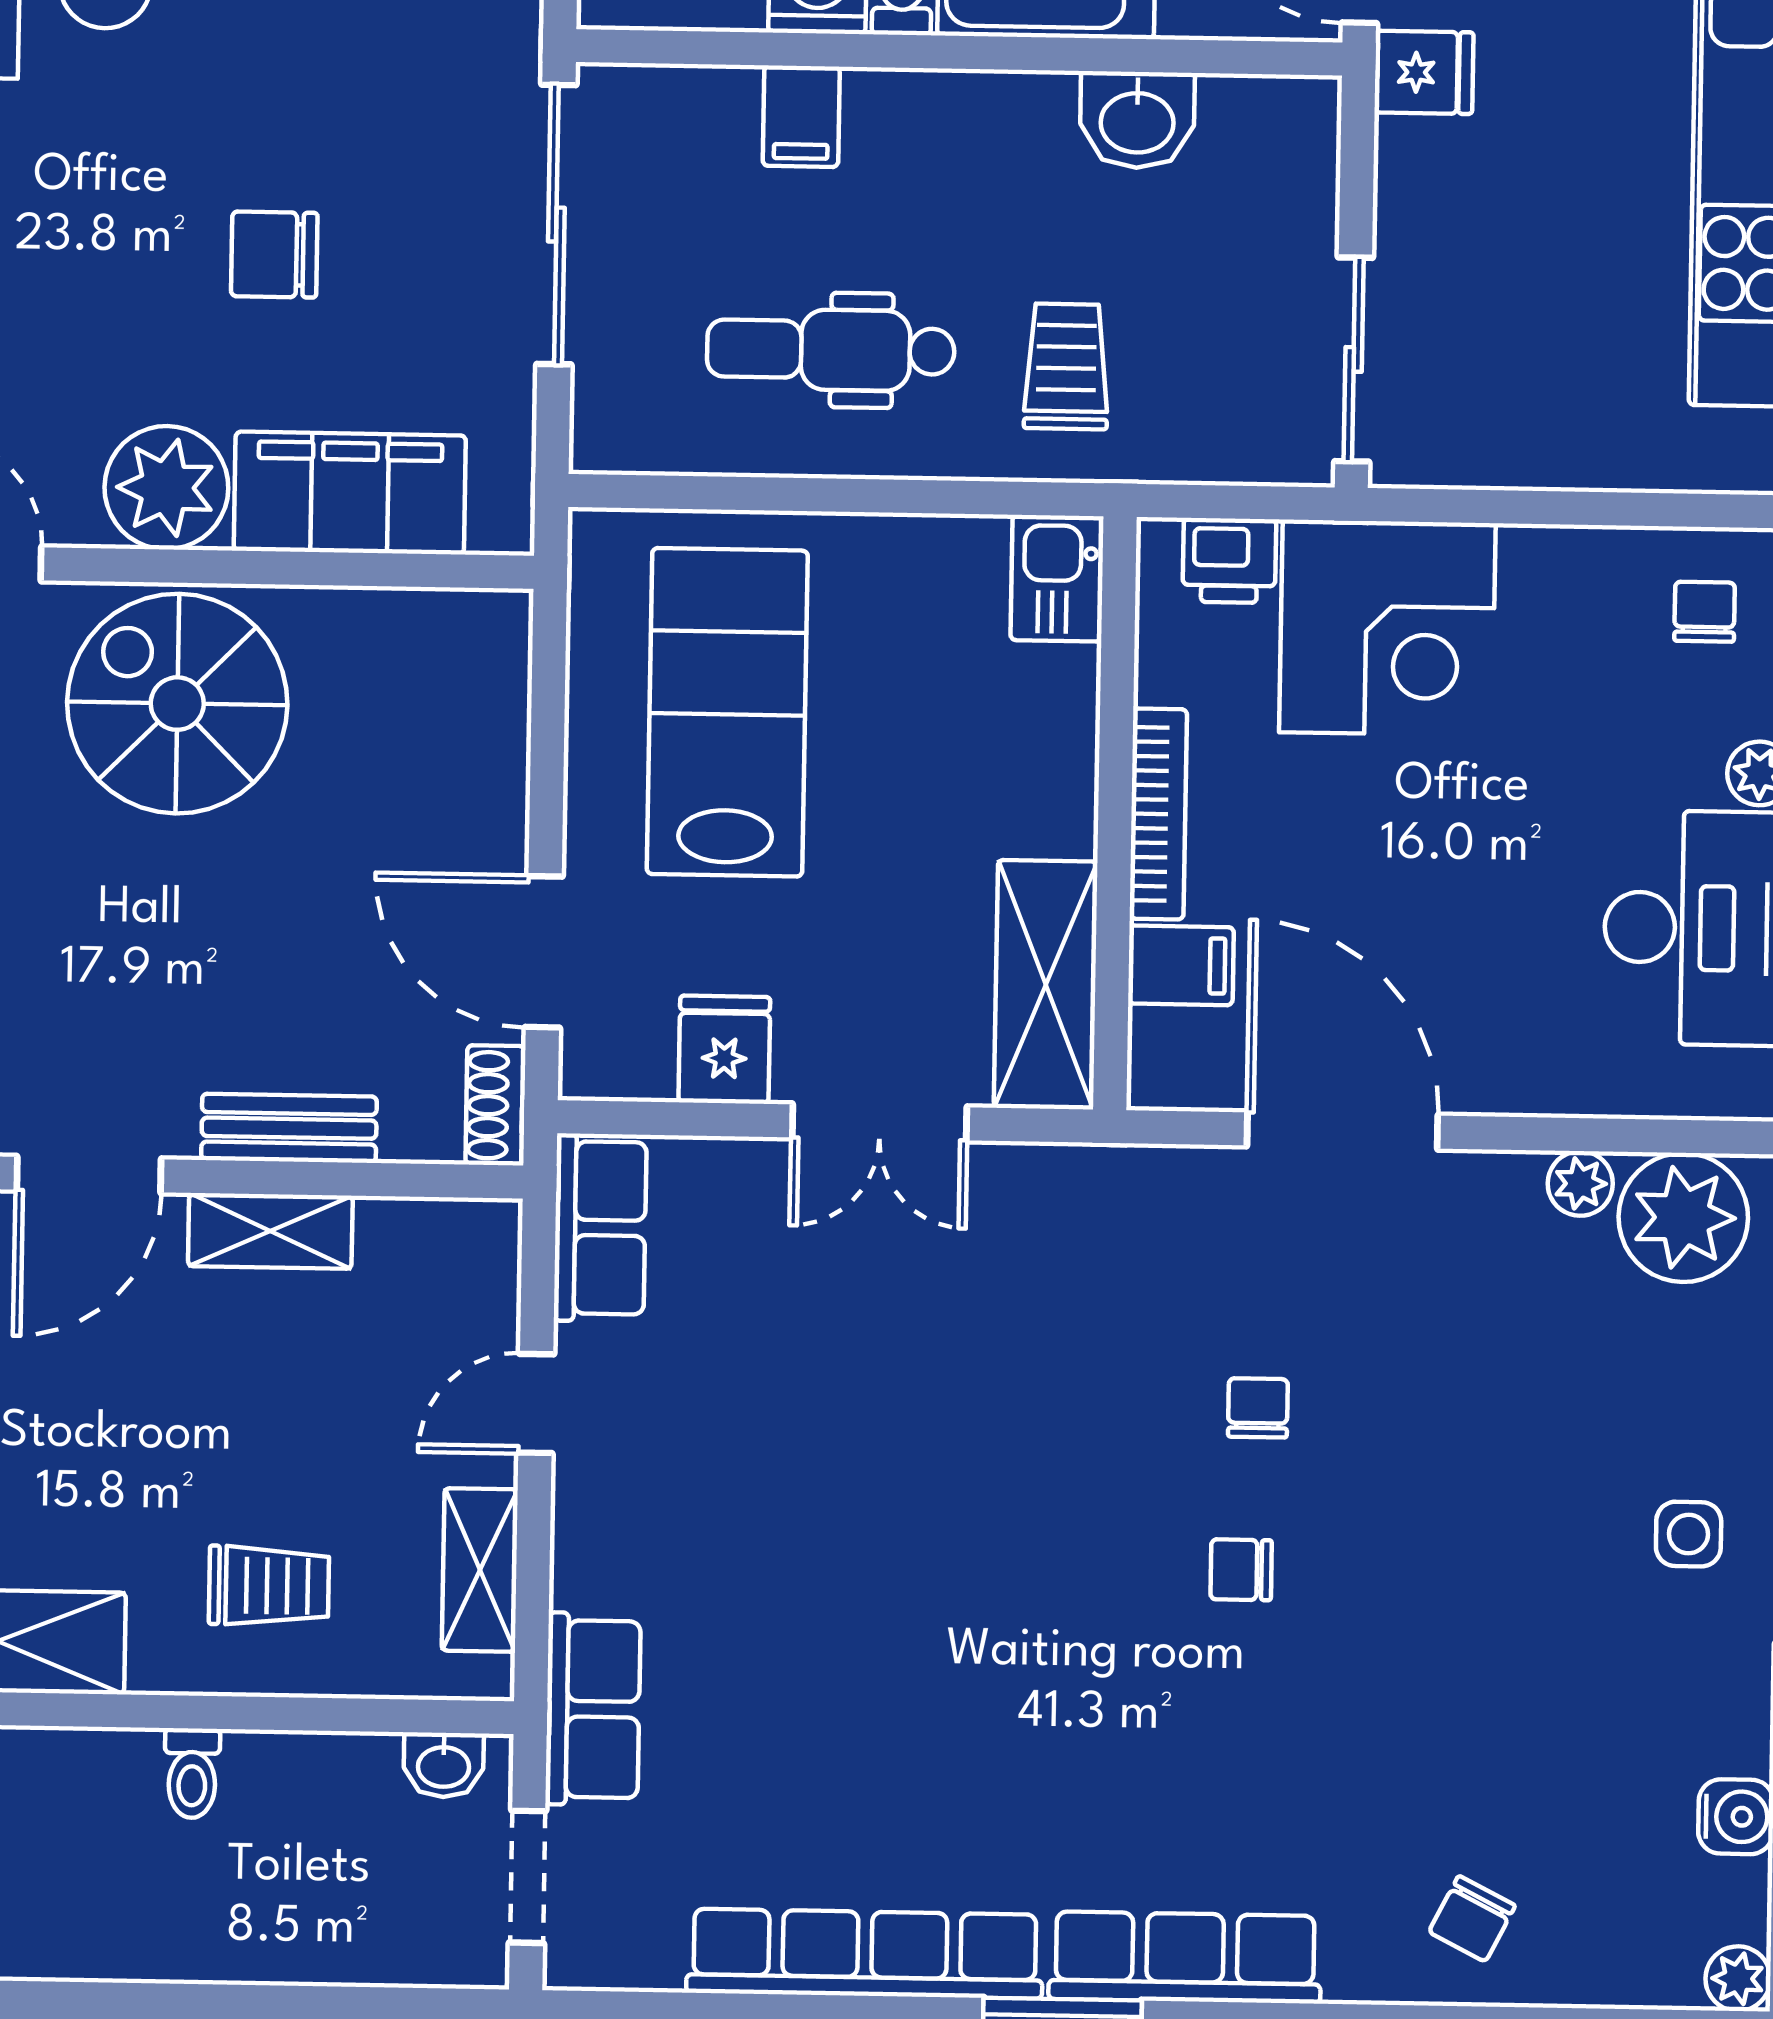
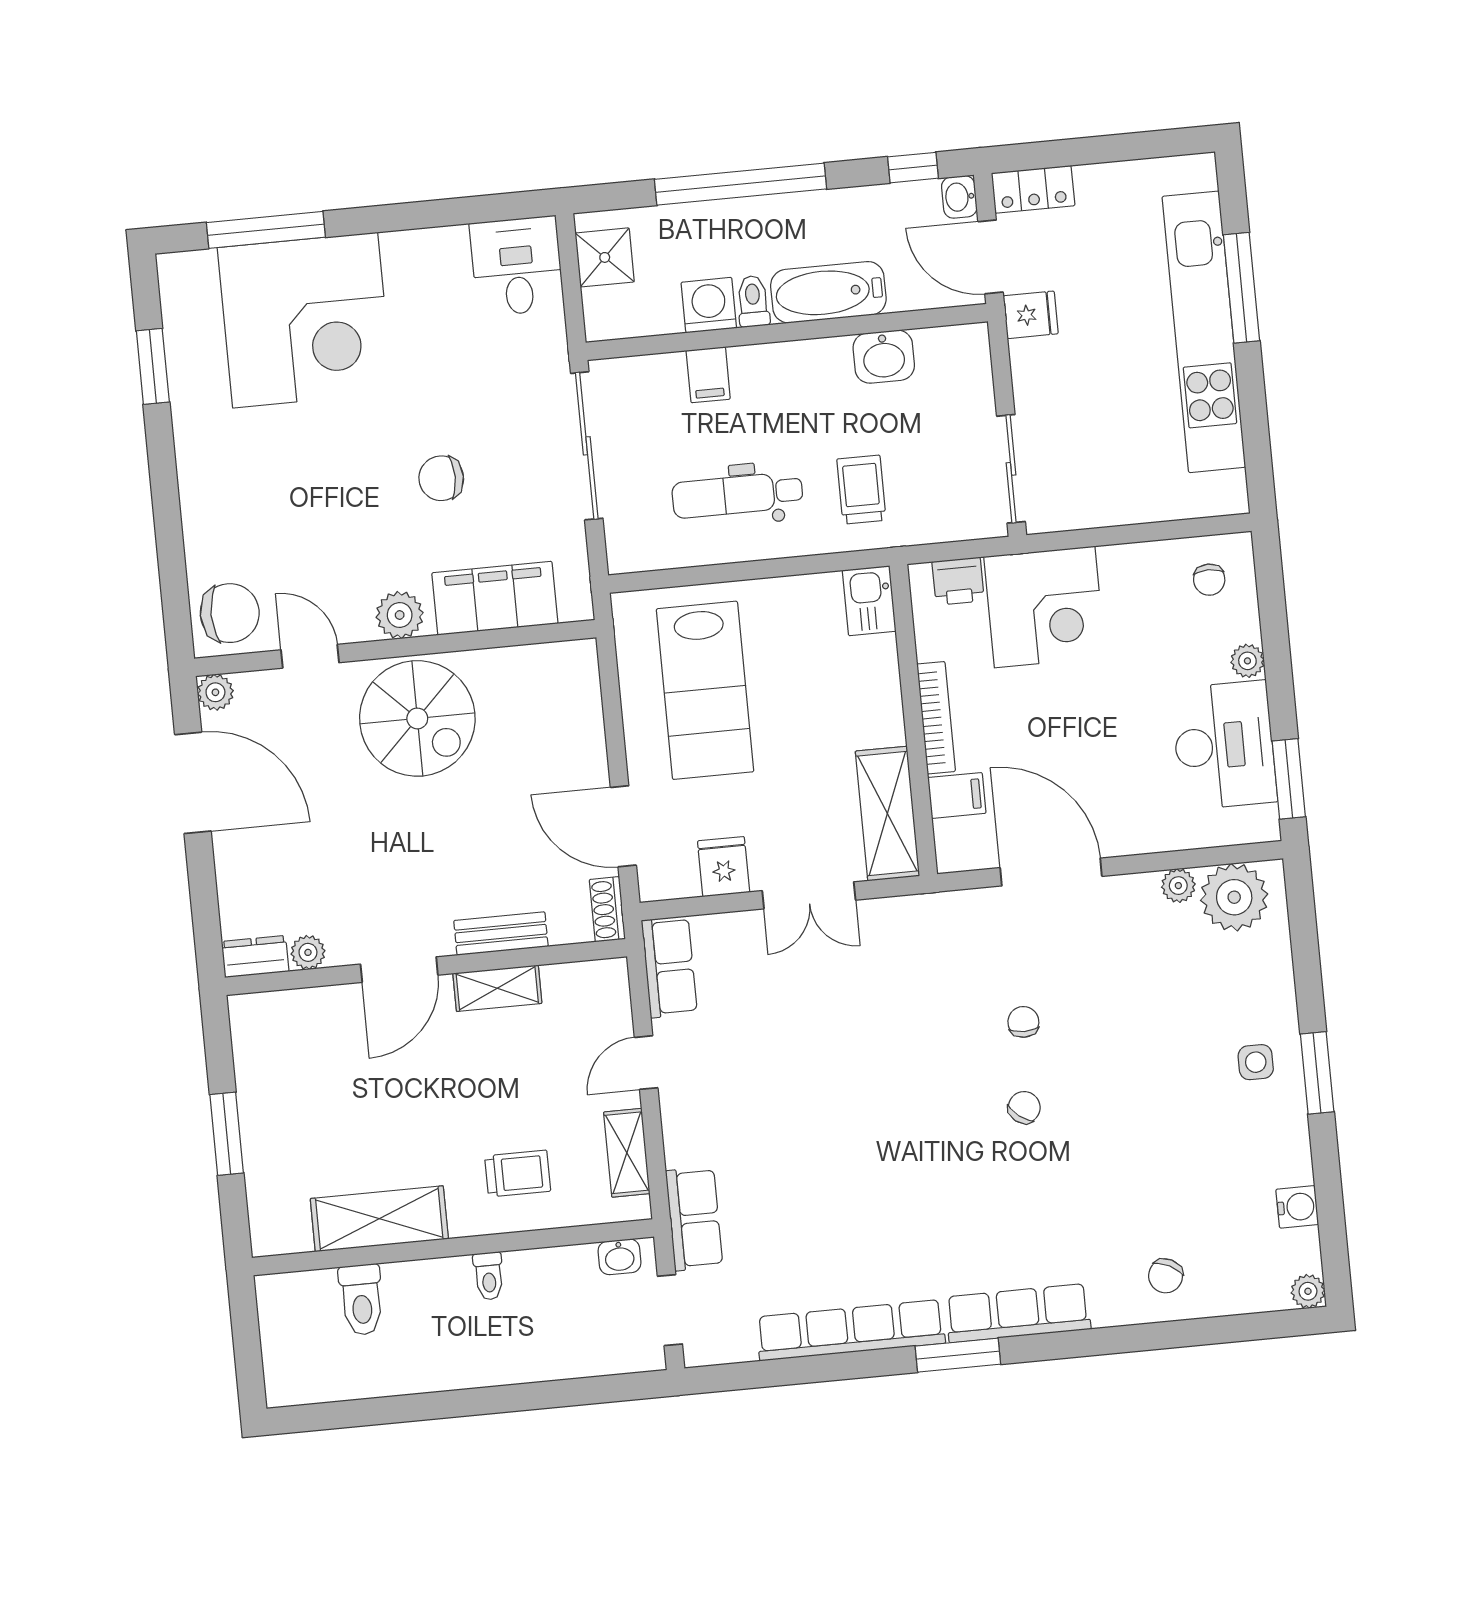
plant: (166, 488) -> (400, 615), width x0.73, depth x0.73
chair: (1705, 612) -> (1209, 580), turned 180
spiral stairs: (177, 704) -> (417, 718), turned 180
lab bench: (727, 712) -> (705, 690), turned 180
chair: (1241, 1570) -> (1024, 1107), turned 128

